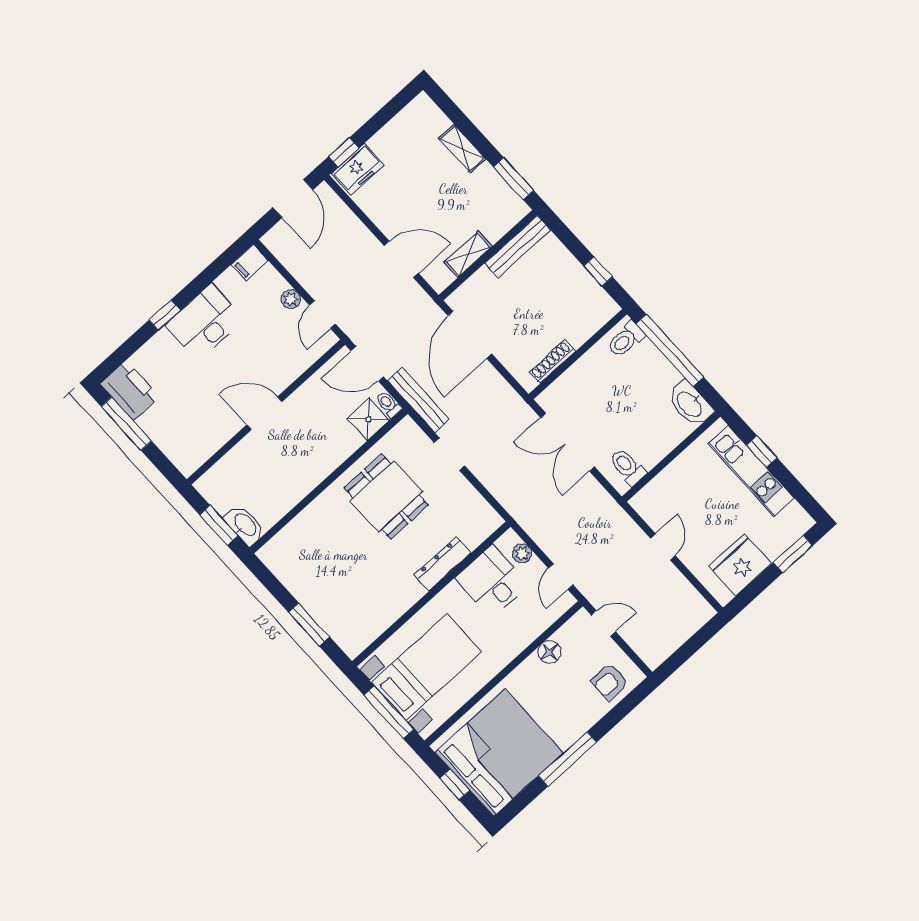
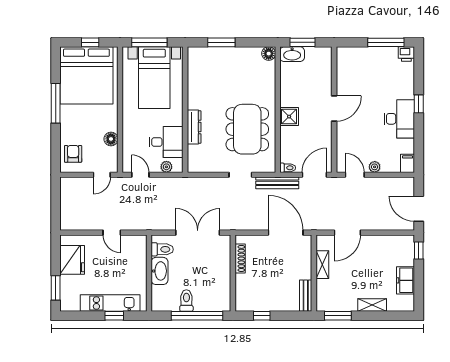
freezer: (358, 169) -> (405, 280), moved
bench: (517, 247) -> (306, 296), width x0.73
toilet: (626, 339) -> (186, 301), moved
printer: (130, 390) -> (406, 54), width x0.53, depth x0.68
washbasin: (690, 404) -> (160, 271), moved, turned 90
shower: (368, 419) -> (289, 117), moved
dining table: (386, 496) -> (247, 129), width x1.38
floor lamp: (270, 554) -> (269, 54), added

